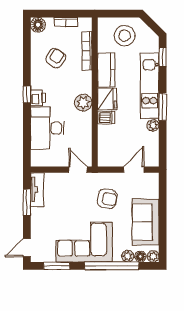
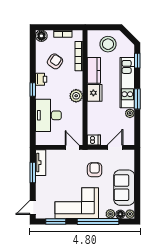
printer: (38, 98) -> (41, 79), moved
dishwasher: (106, 118) -> (94, 140), moved
armchair: (107, 199) -> (95, 170), turned -100

